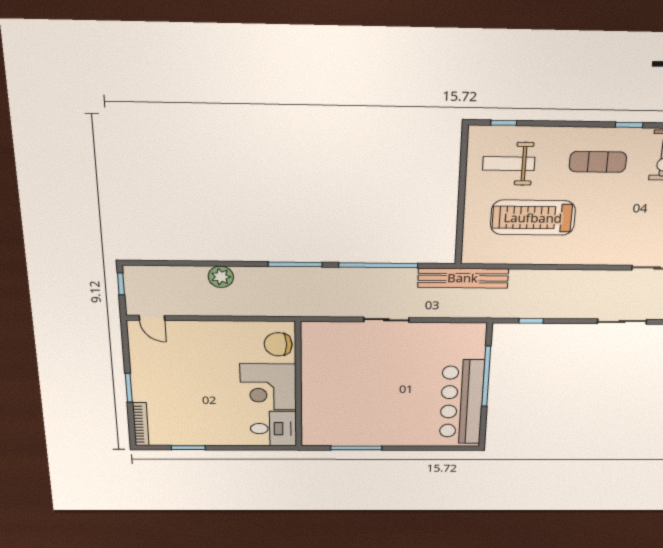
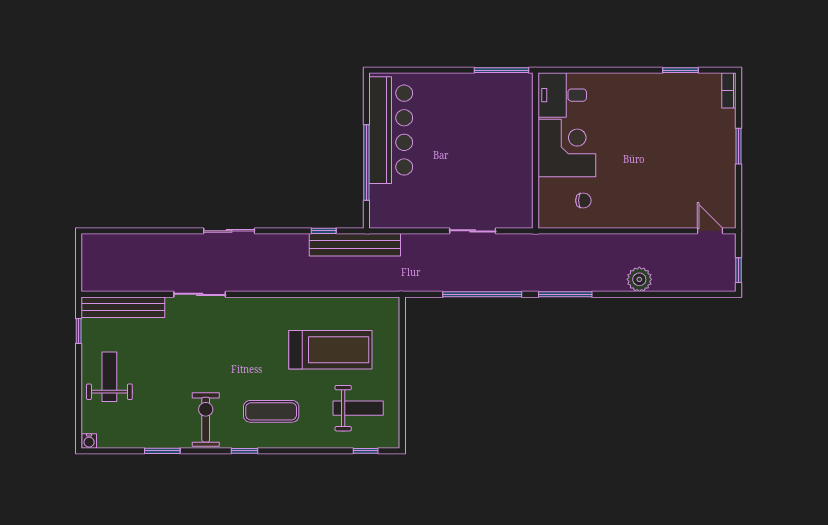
bench: (463, 278) -> (355, 245), moved
chair: (278, 344) -> (583, 200), width x0.54, depth x0.54
wall: (298, 385) -> (535, 150), moved
corner desk: (268, 387) -> (567, 148), moved
bookcase: (141, 424) -> (729, 90), width x0.64
desk: (273, 429) -> (562, 95), moved

